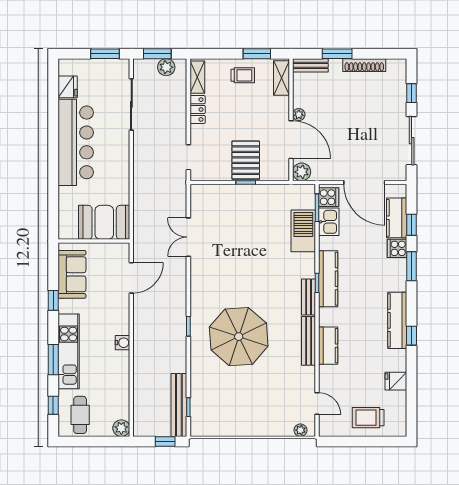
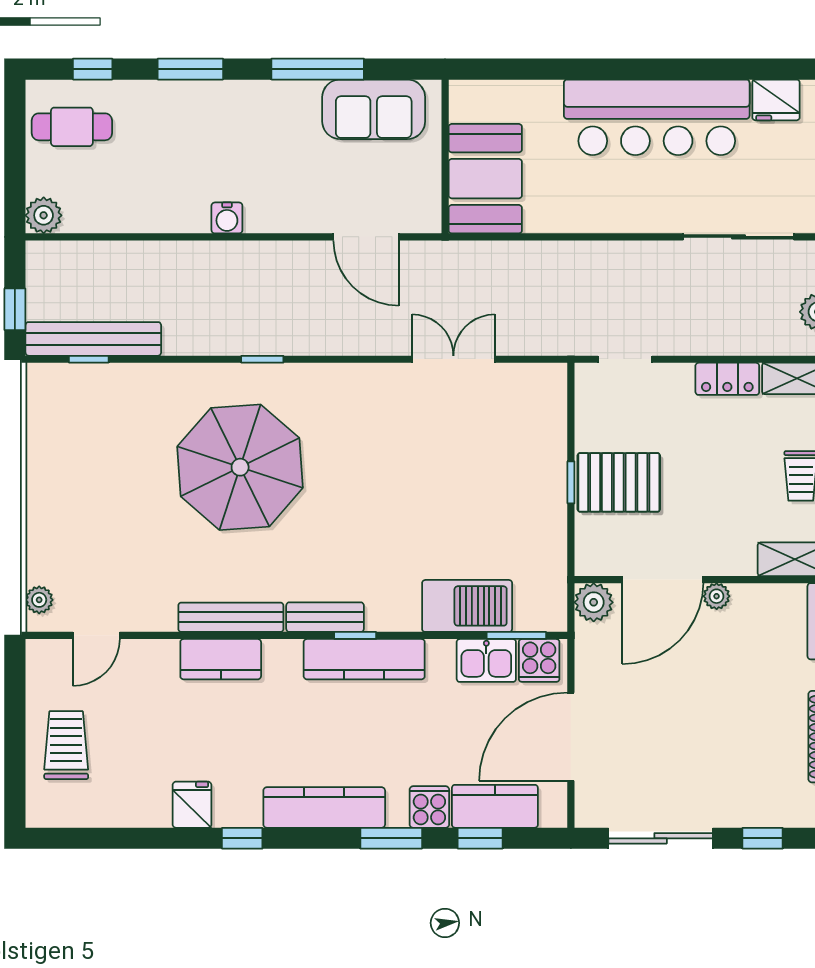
window: (53, 300) -> (318, 69), width x2.17
kitchen counter: (397, 320) -> (324, 807), moved
kitchen unit: (69, 351) -> (209, 102), removed
fridge: (396, 381) -> (192, 805), moved

